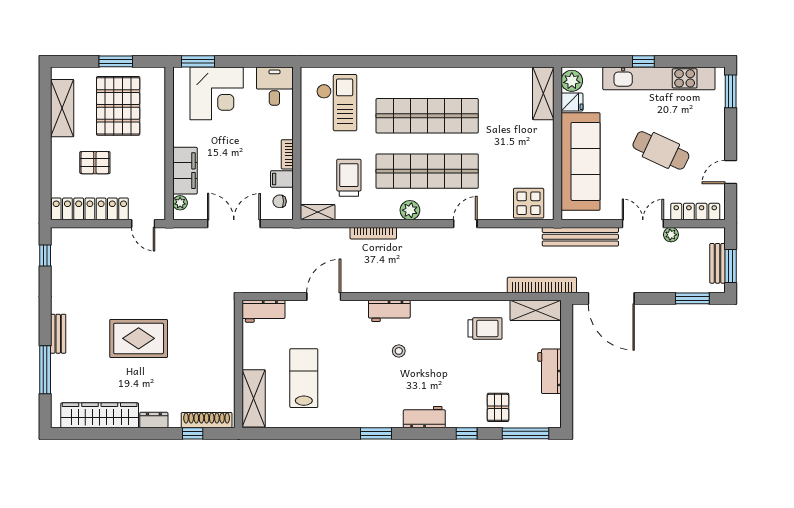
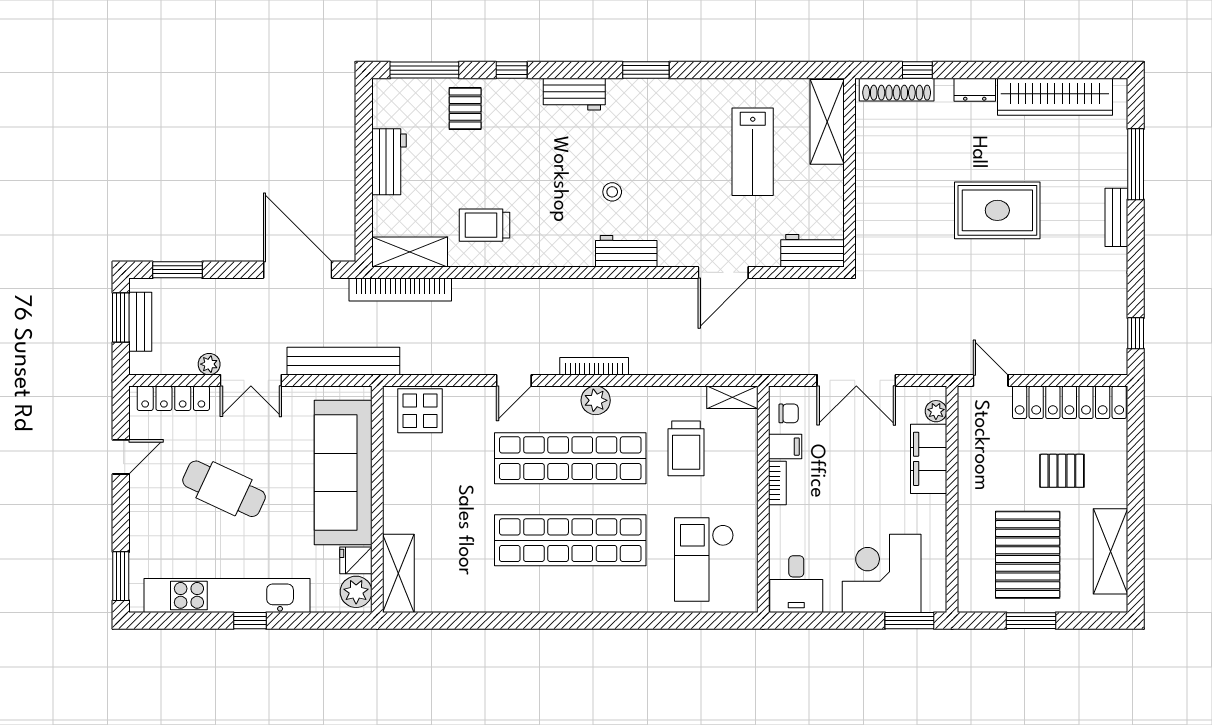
bookcase: (373, 233) -> (594, 366), moved

